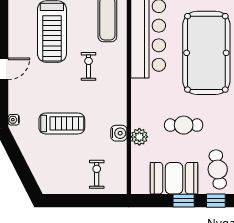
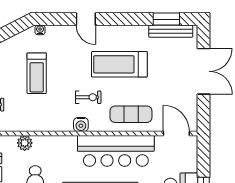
water cooler: (119, 133) -> (81, 125), moved

